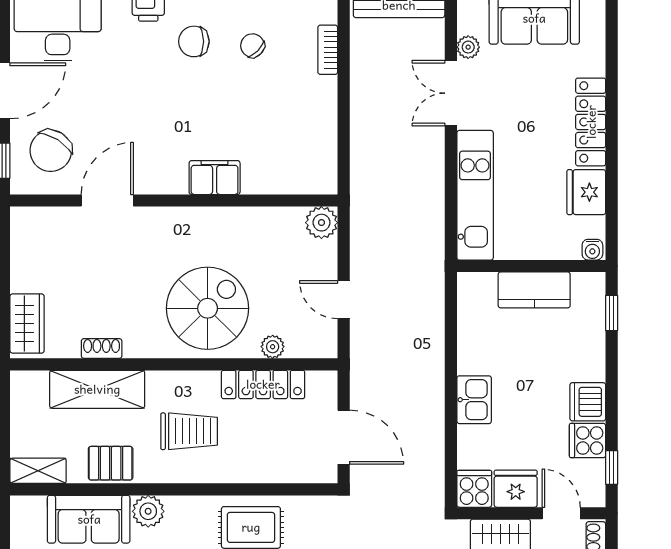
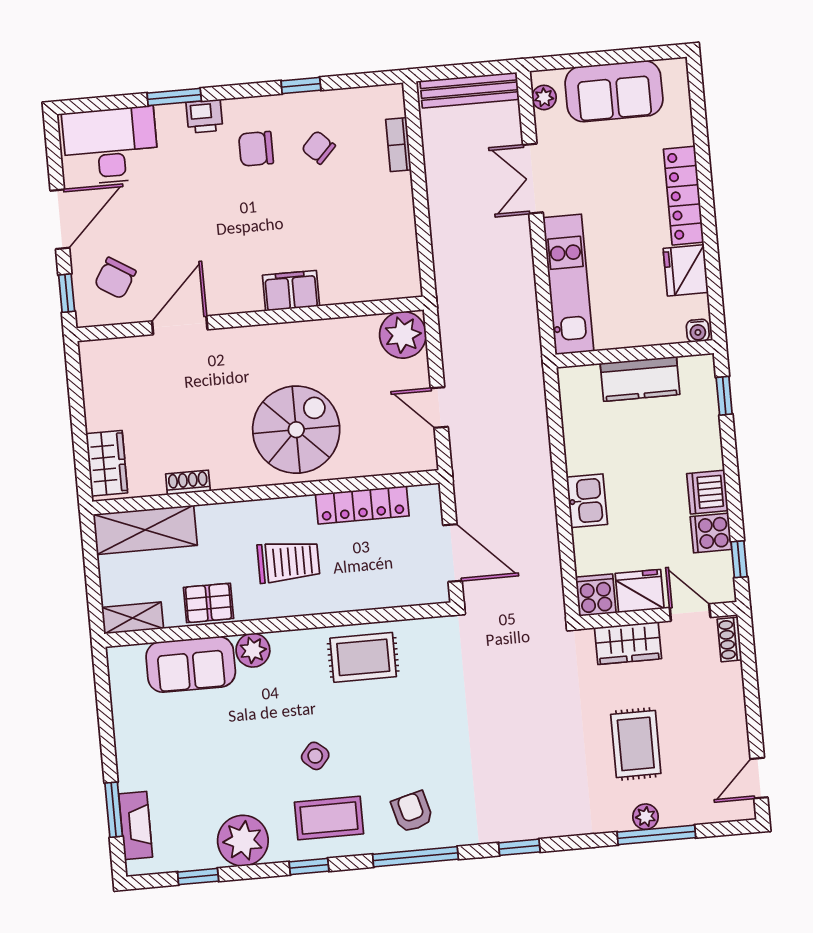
plant: (468, 47) -> (544, 97), moved
chair: (51, 151) -> (115, 278), width x0.73, depth x0.73
plant: (321, 223) -> (403, 335), width x1.36, depth x1.36
plant: (273, 347) -> (369, 464), removed
shelving: (97, 389) -> (145, 530), moved

